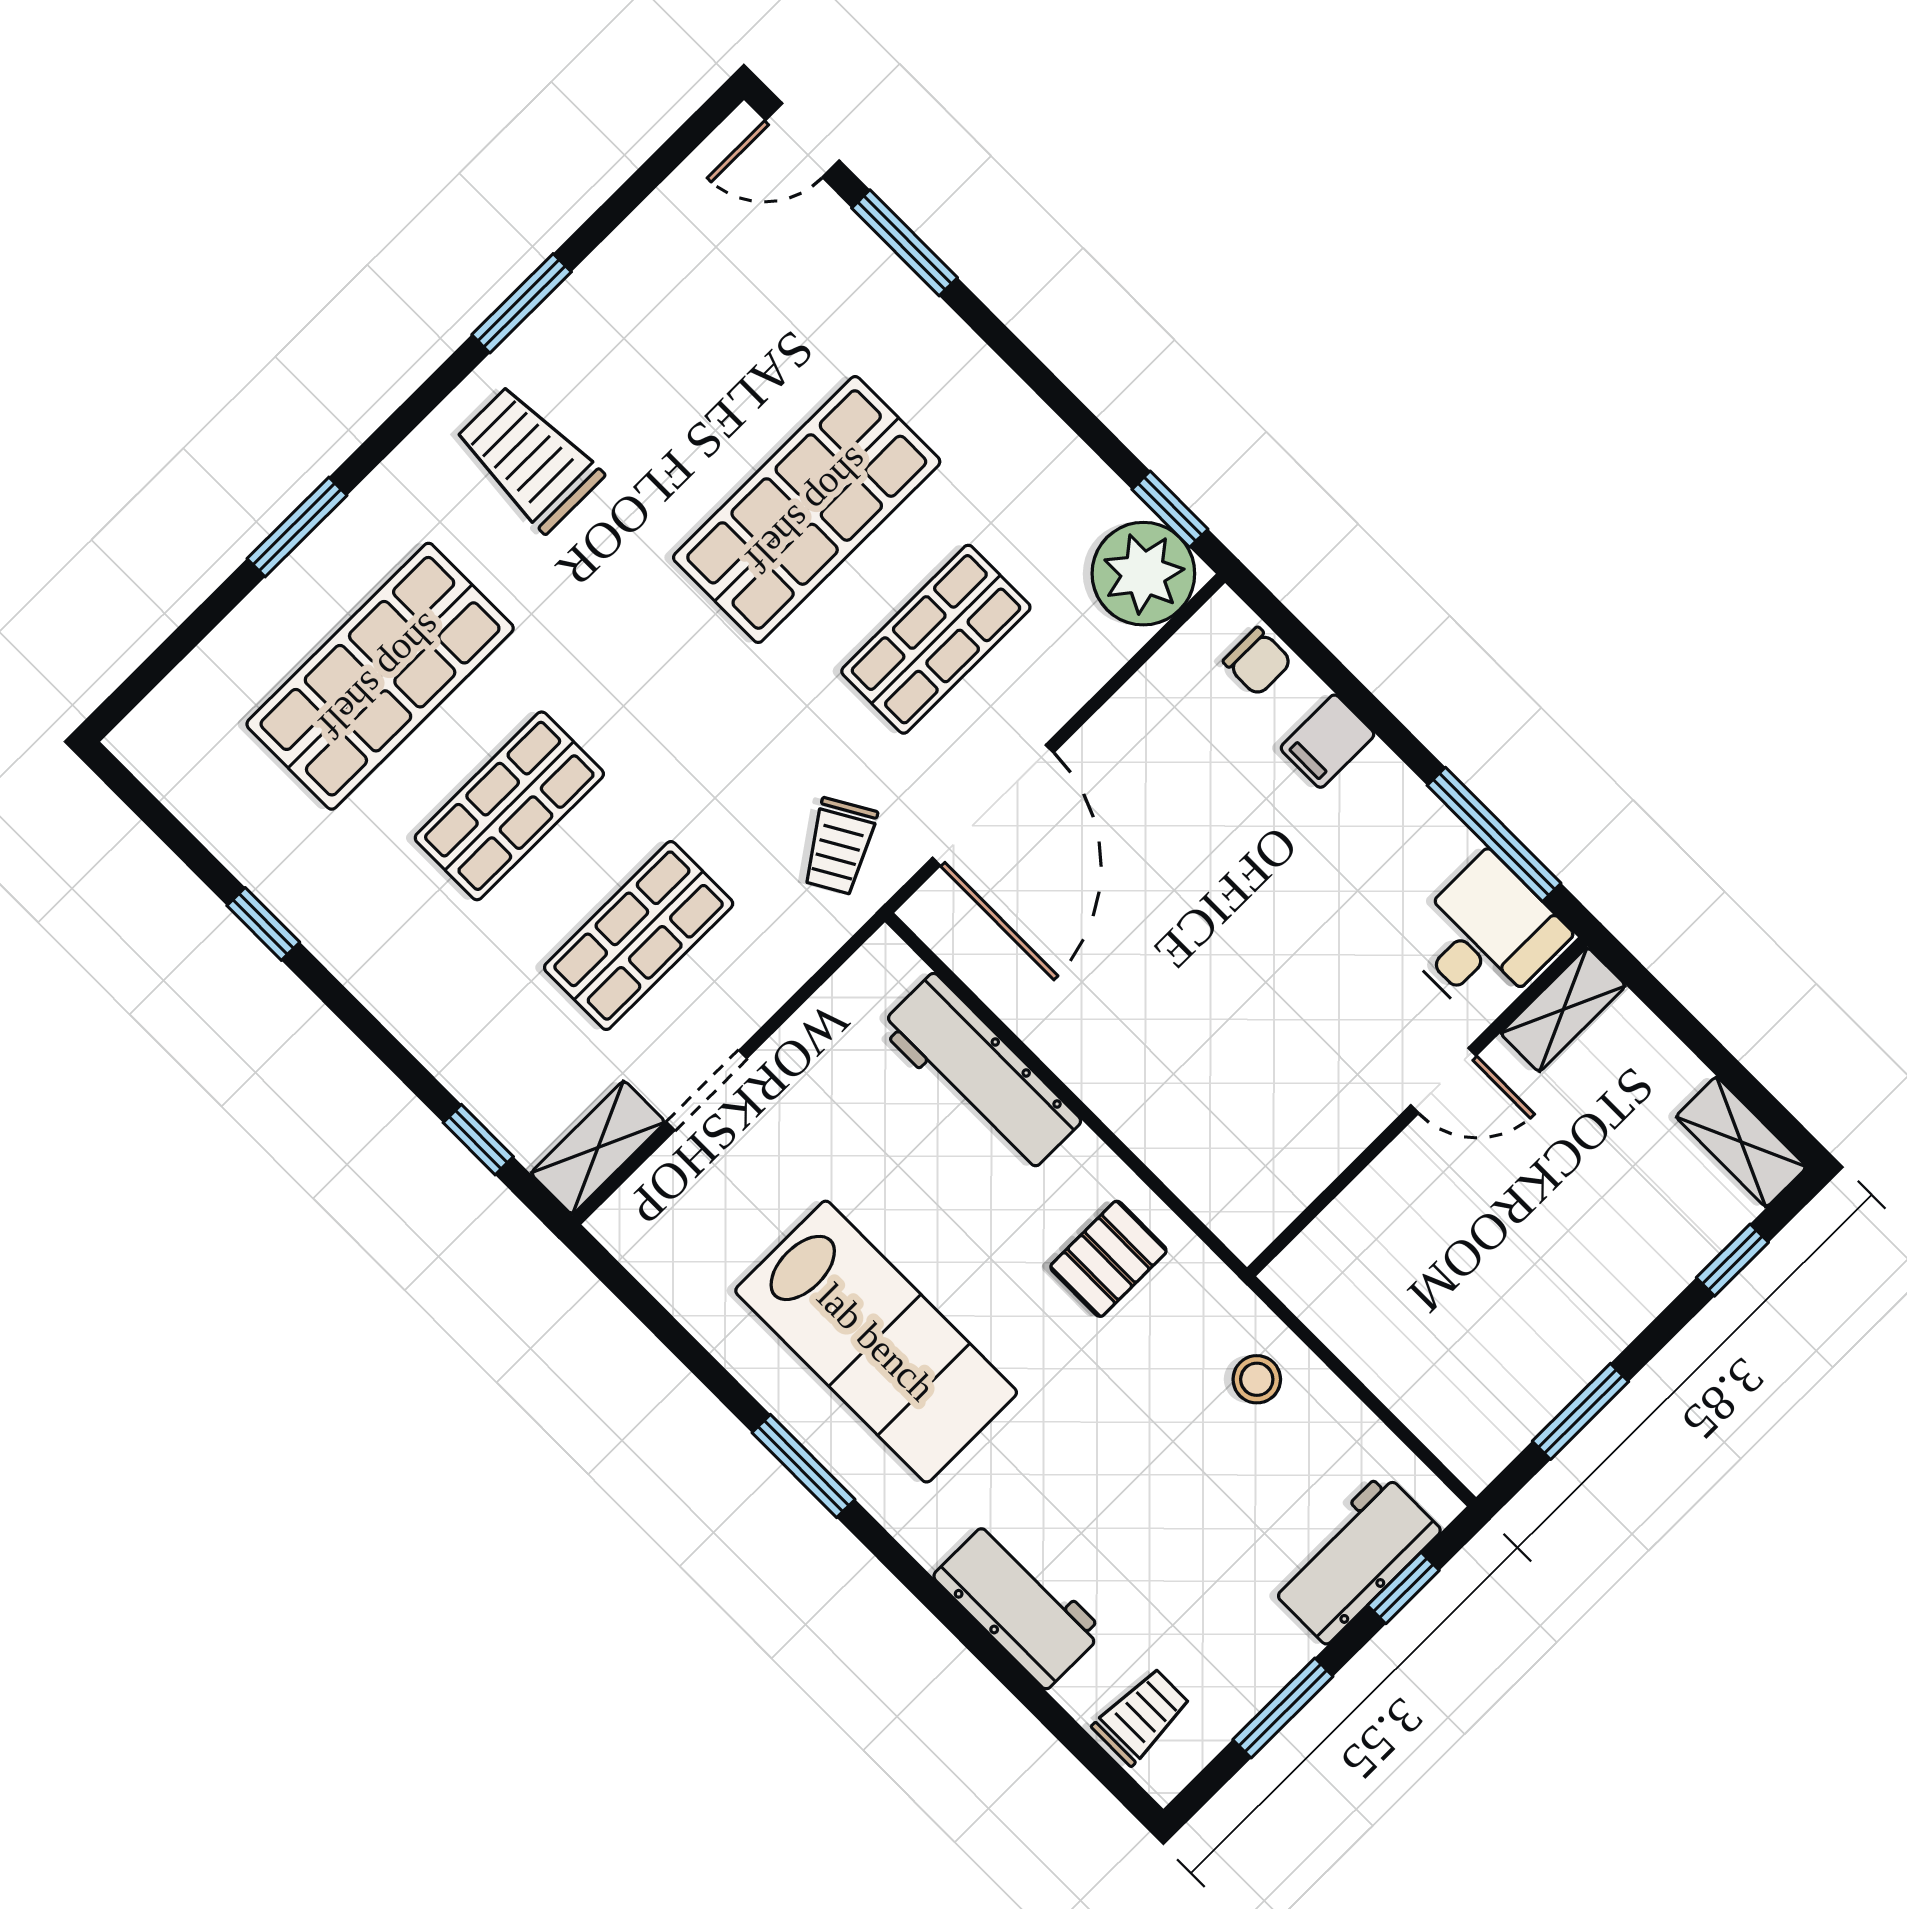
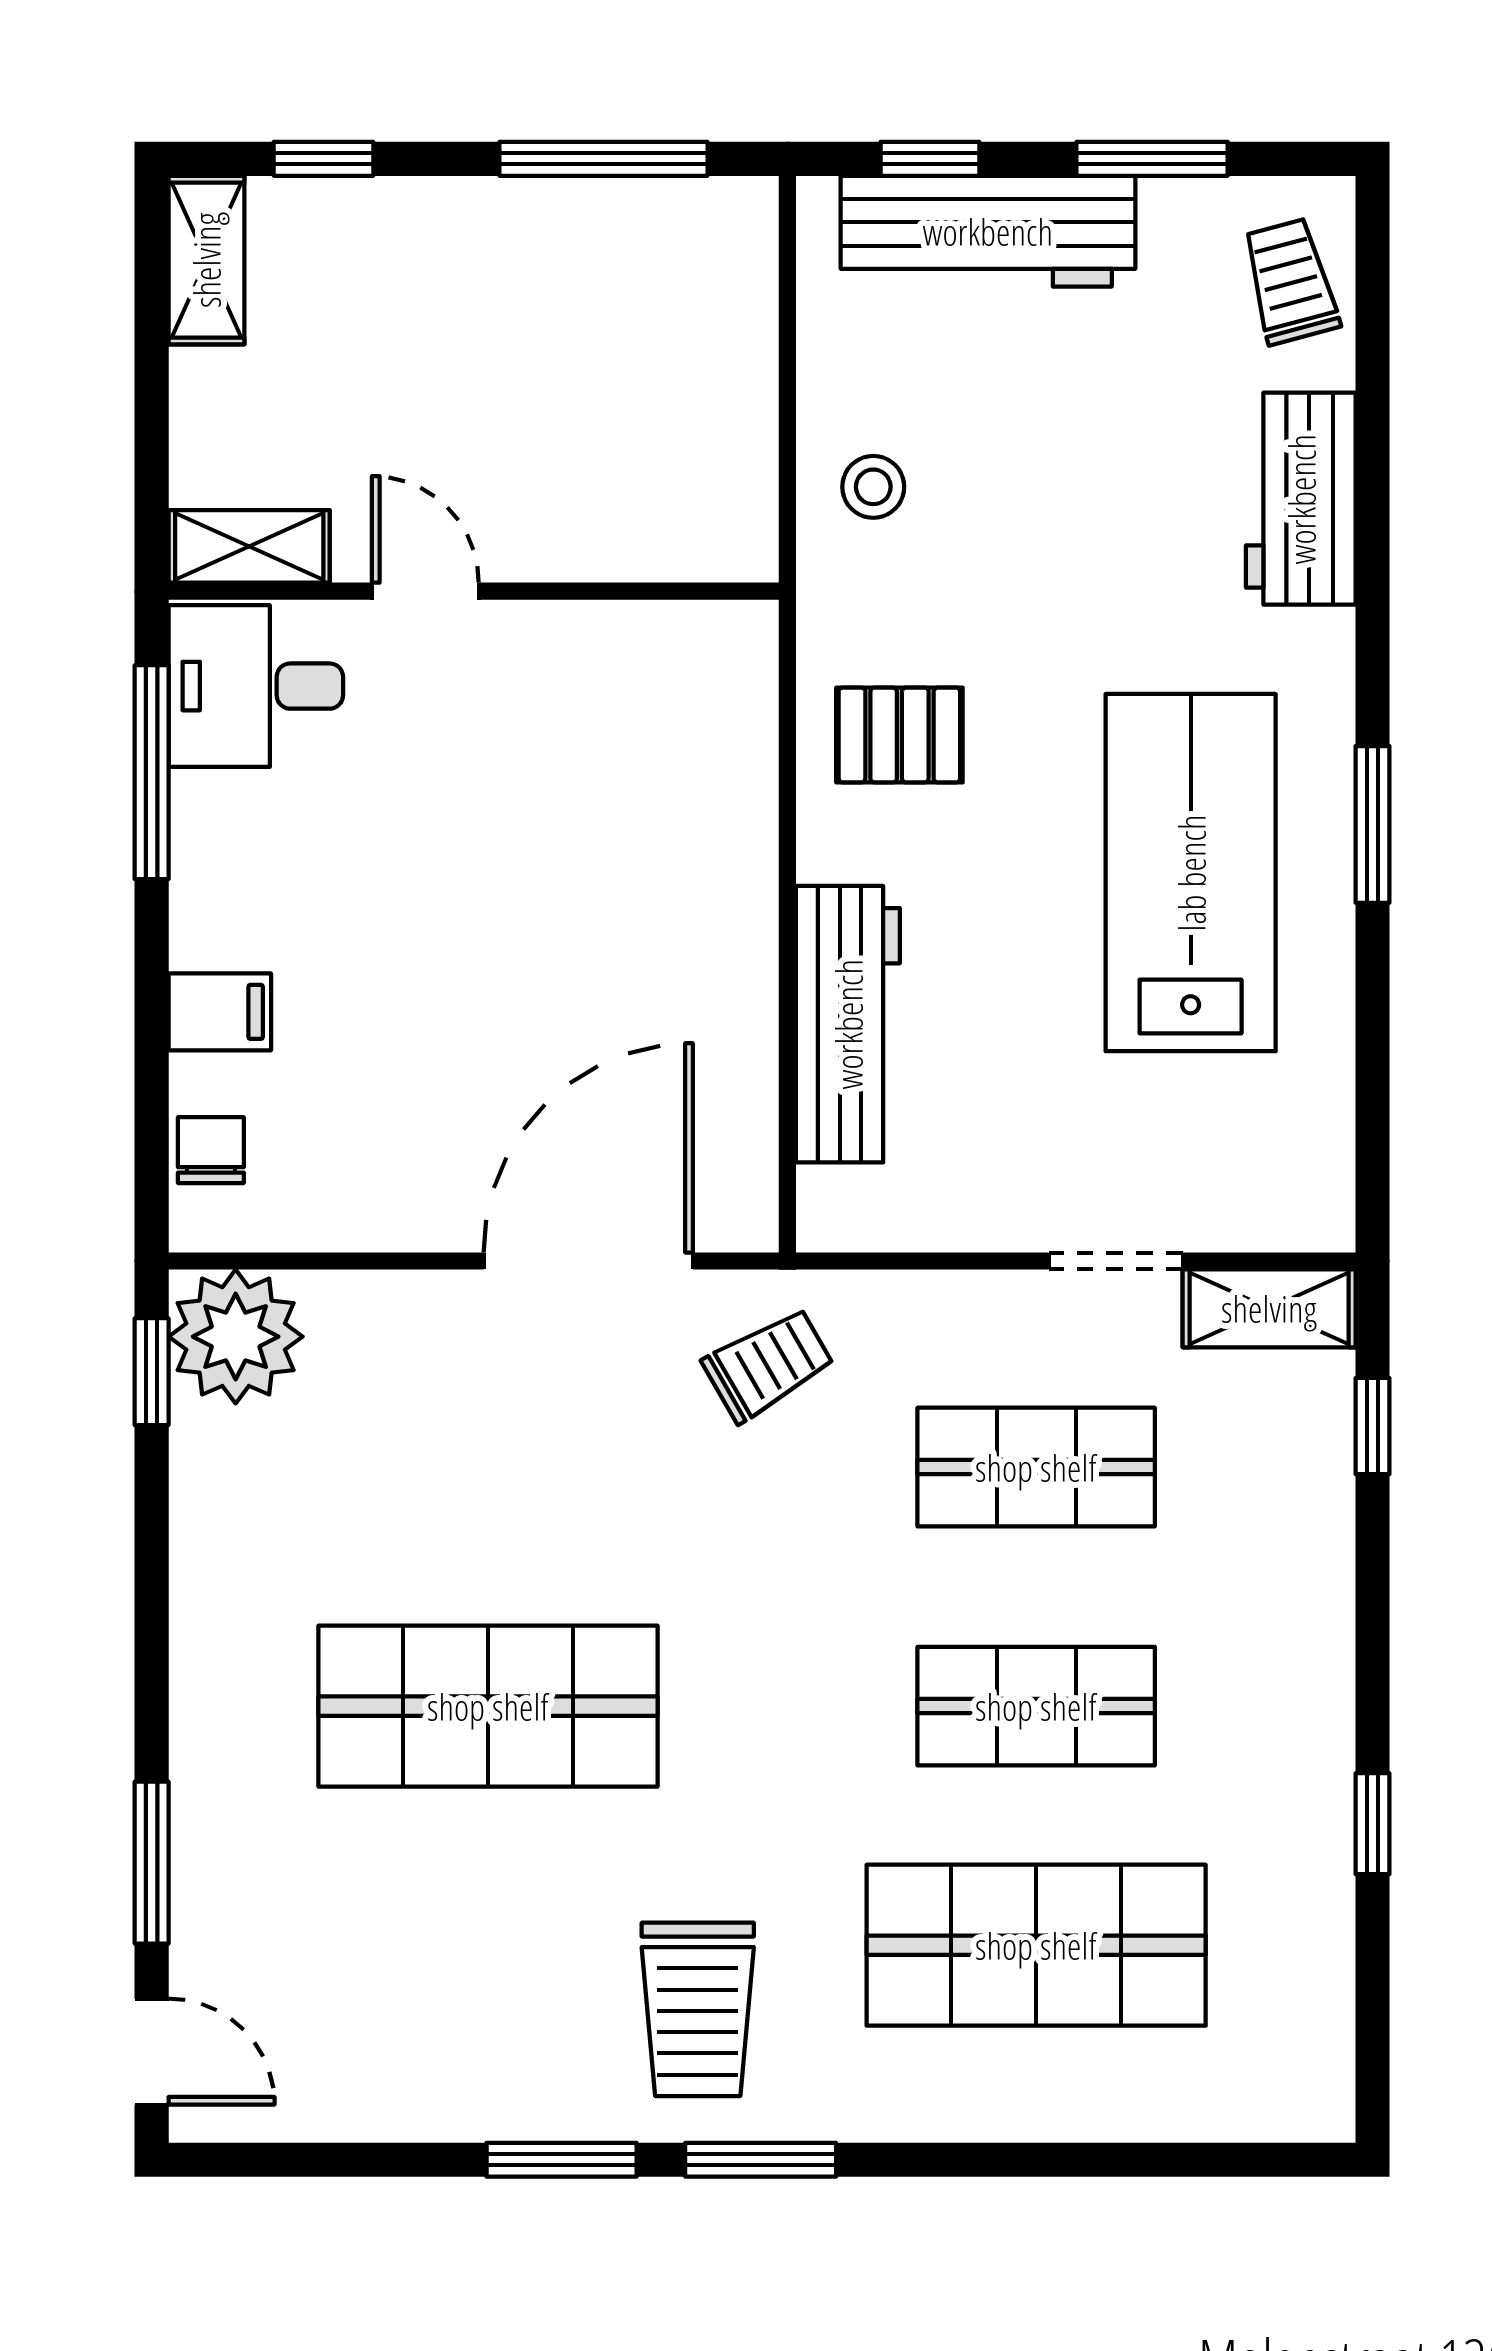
window: (297, 527) -> (761, 2160), moved
shop shelf: (936, 639) -> (488, 1467), removed
window: (1580, 1411) -> (604, 159), width x1.44
workbench: (1355, 1558) -> (988, 231), width x1.37
trolley: (1142, 1716) -> (1290, 281), turned 75

